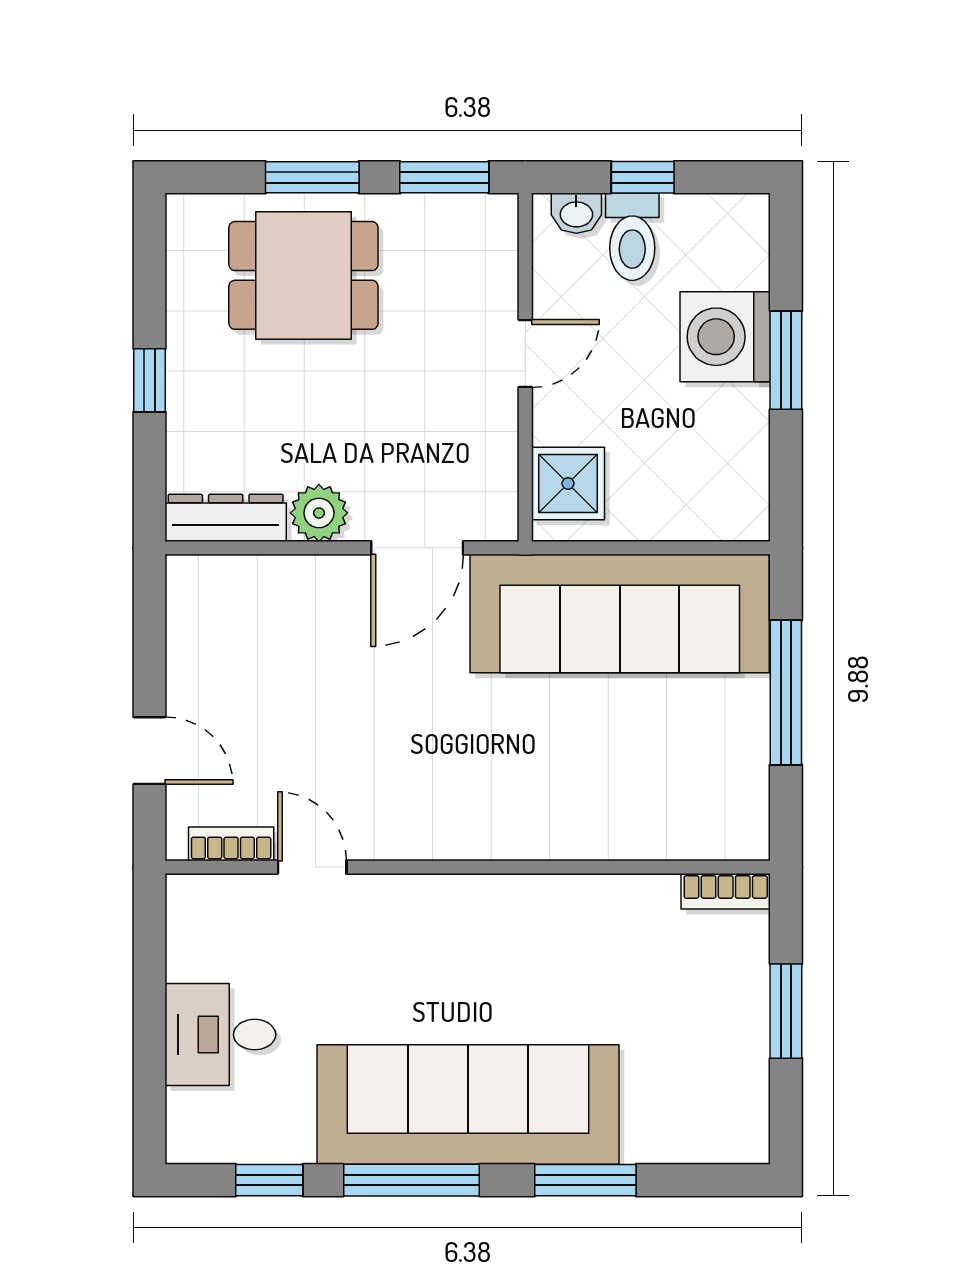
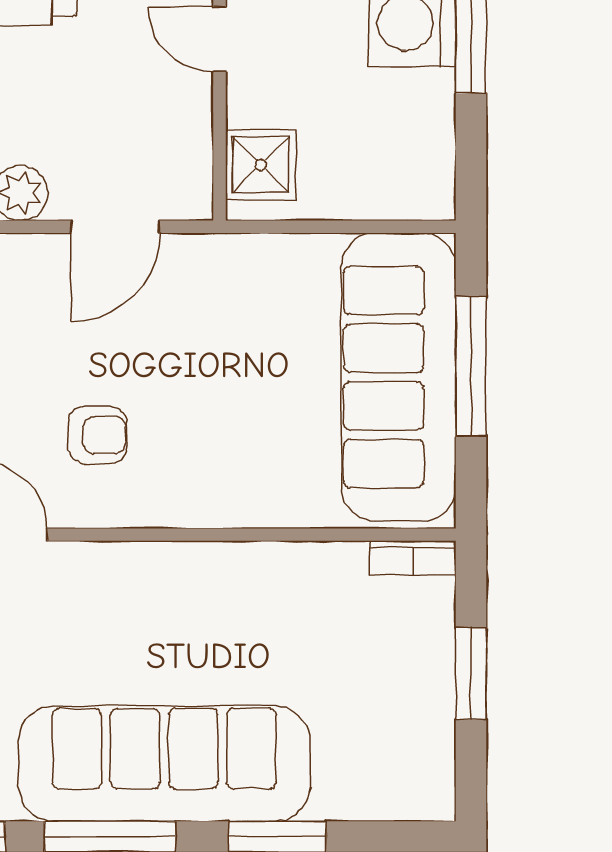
door: (525, 353) -> (220, 39), swing flipped
sofa: (620, 614) -> (398, 377), moved, turned 90
armchair: (399, 764) -> (97, 435), added

